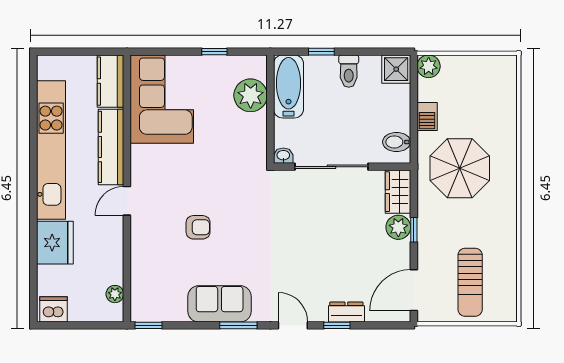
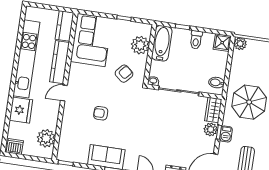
barbecue: (427, 116) -> (226, 134), moved
armchair: (229, 150) -> (124, 74), added
armchair: (198, 227) -> (101, 113), turned 180
plant: (115, 294) -> (46, 138), width x1.88, depth x1.88

